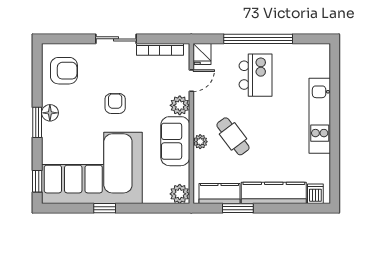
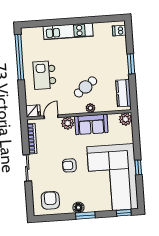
window: (258, 39) -> (19, 57), moved
kitchen island: (256, 75) -> (44, 75), turned -90
door: (191, 81) -> (51, 117), hinge flipped
kitchen counter: (274, 193) -> (121, 58), removed
window: (238, 208) -> (131, 64), moved

